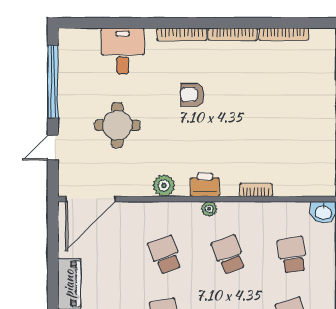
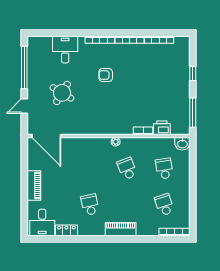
round table: (117, 125) -> (62, 93), turned 31
plant: (164, 185) -> (89, 128), removed
printer: (205, 185) -> (162, 128), moved
door: (90, 199) -> (46, 136), hinge flipped
school desk: (165, 255) -> (90, 169), removed

